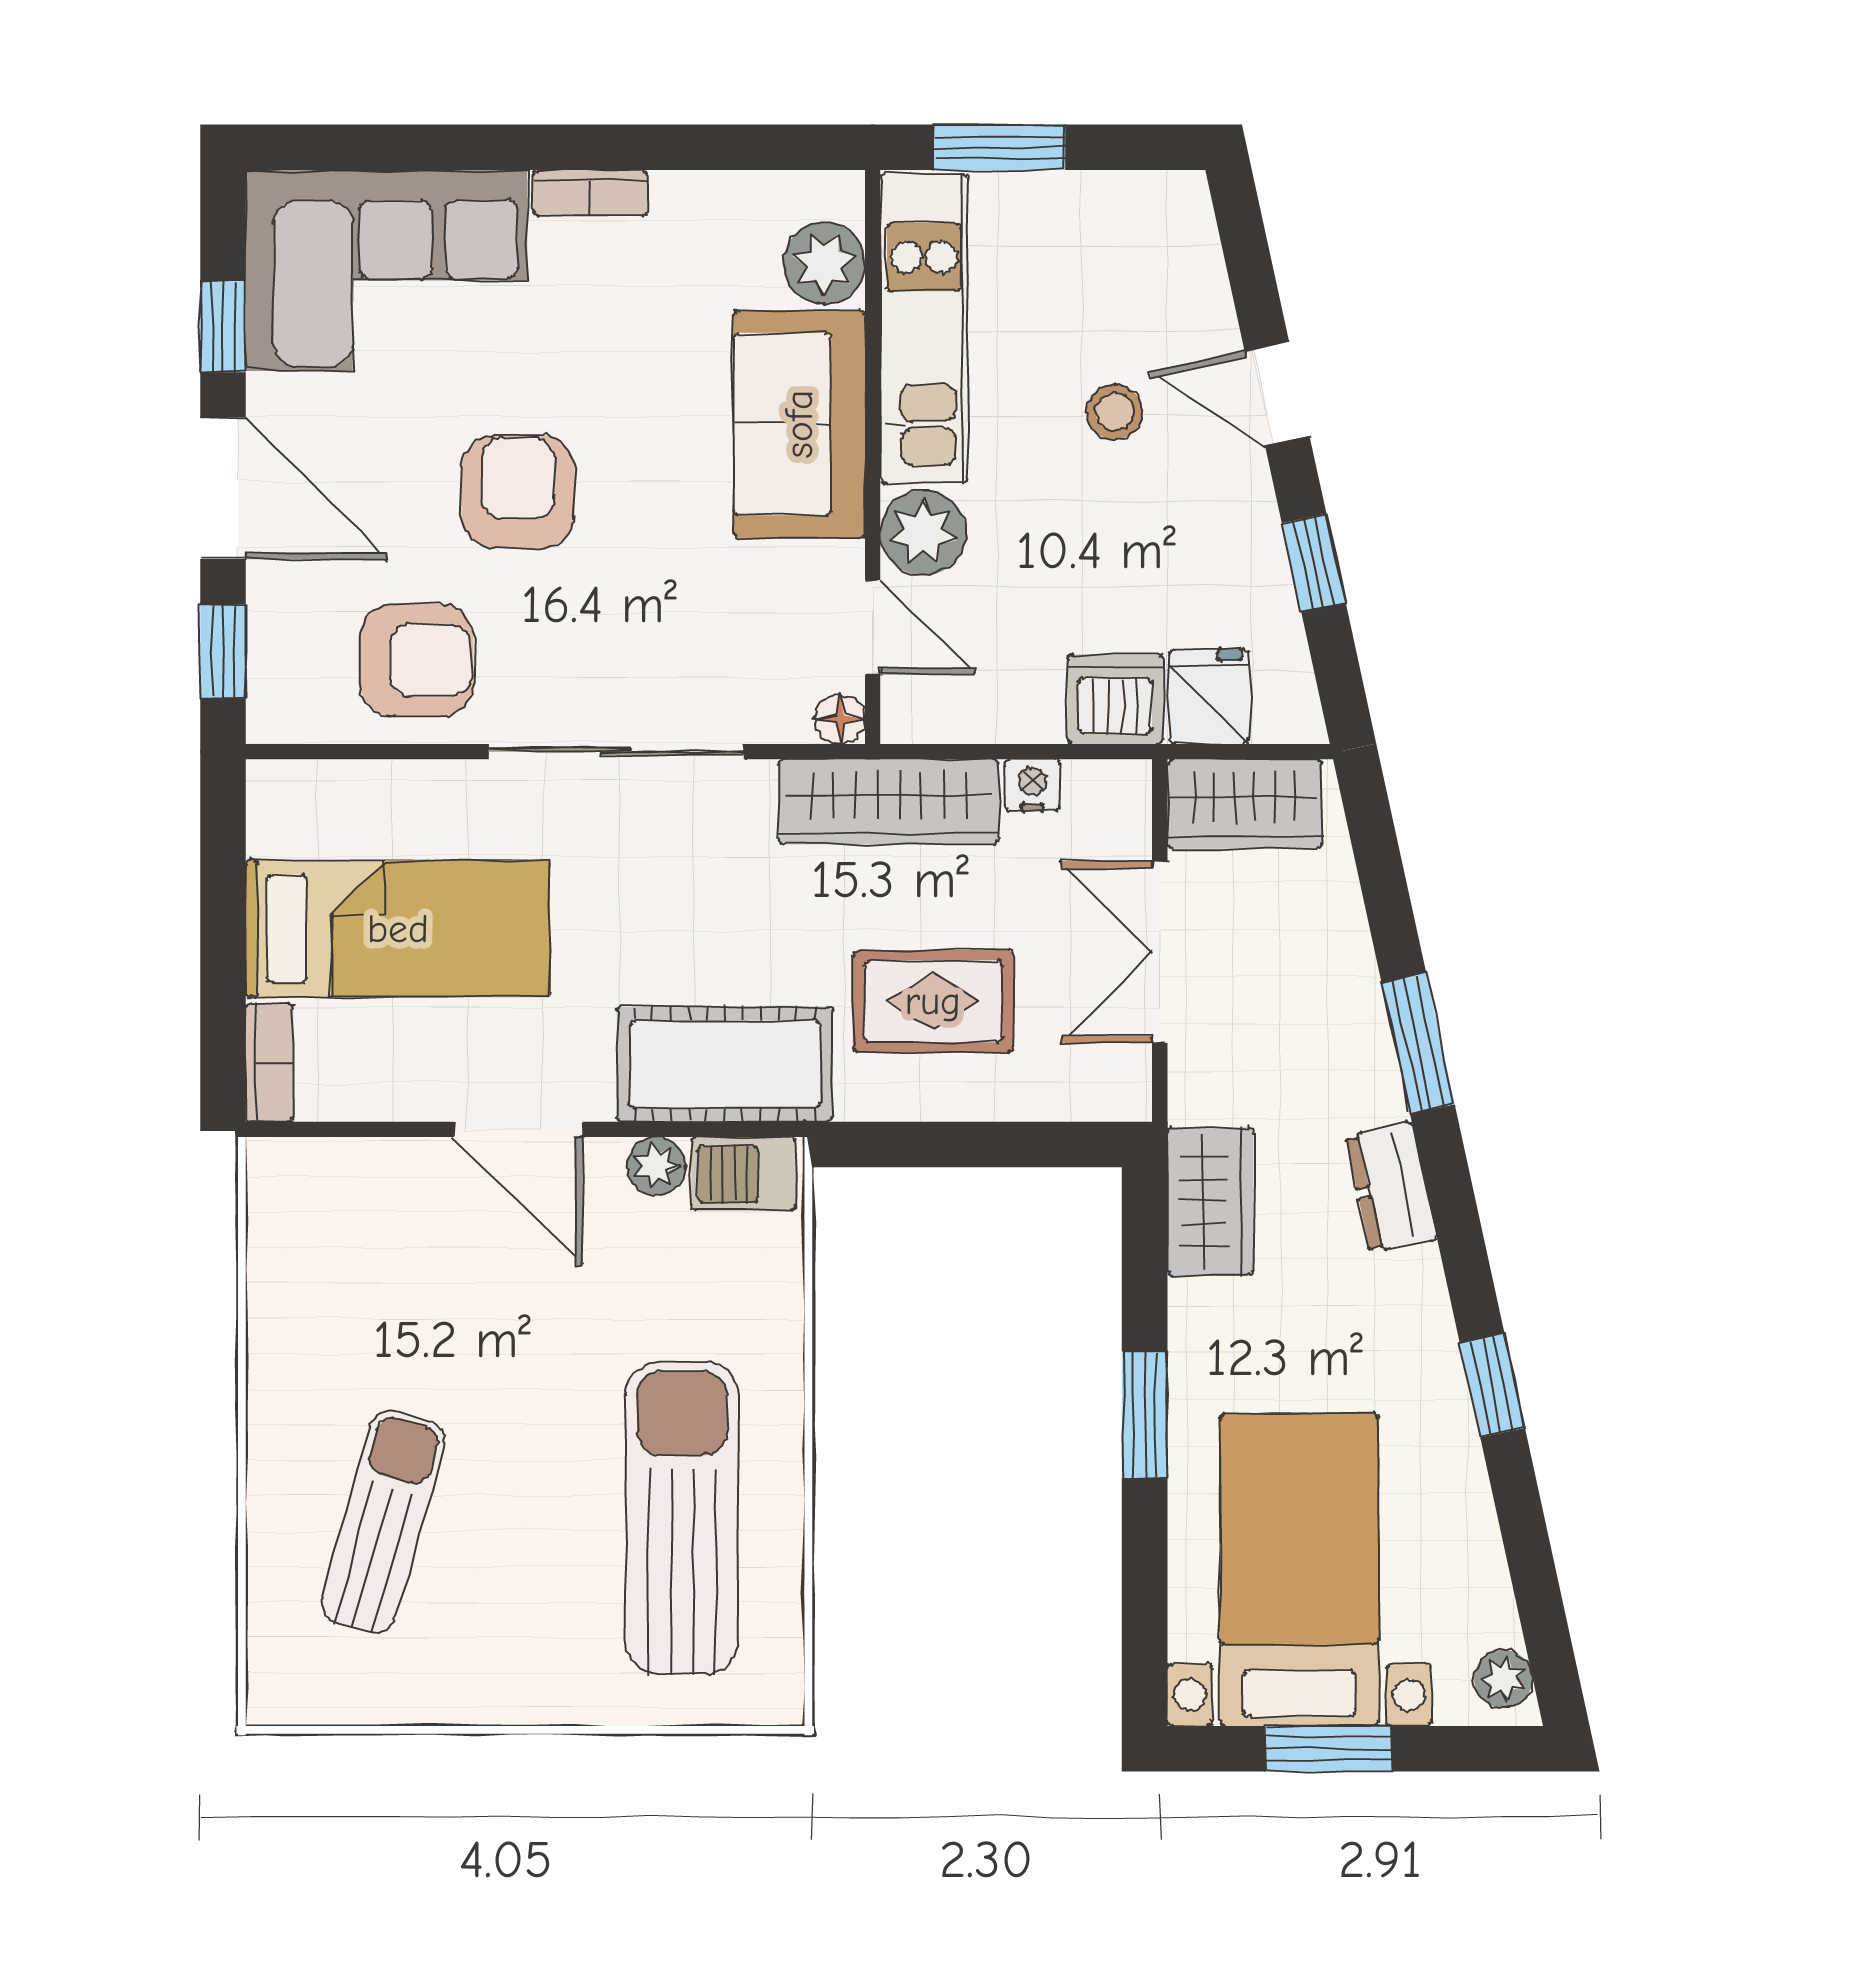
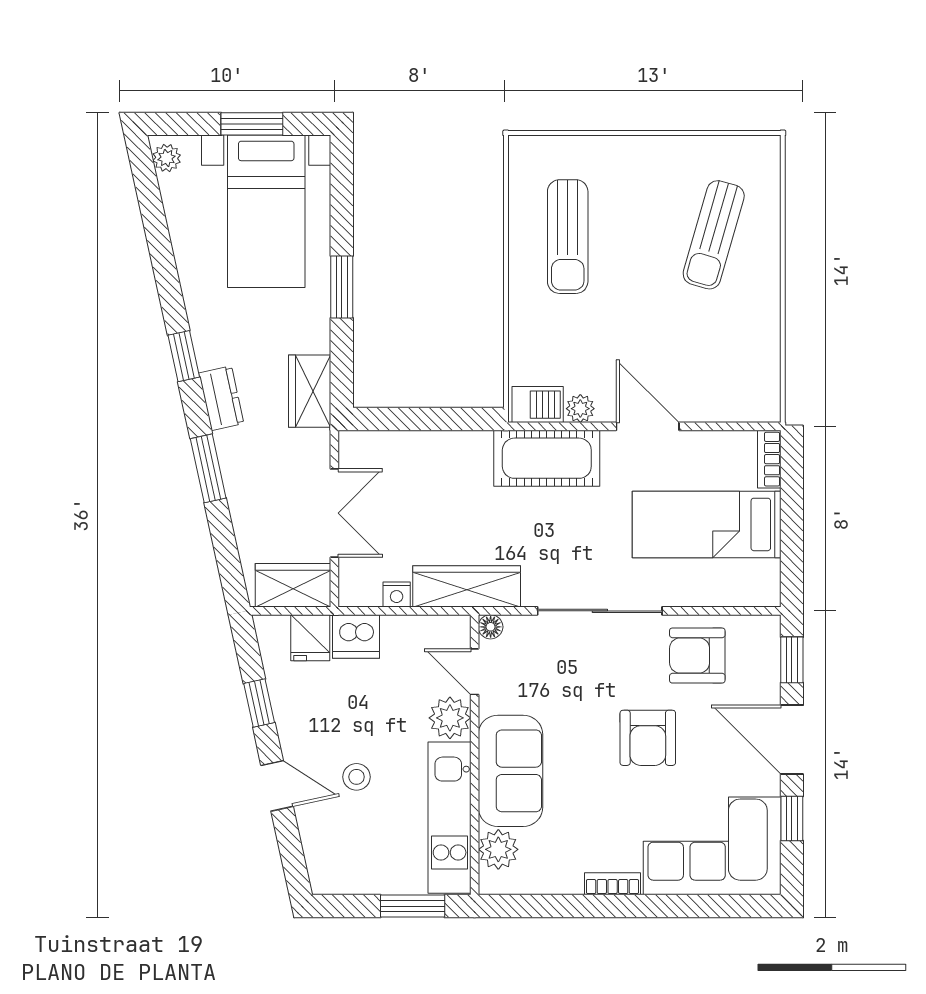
rug: (933, 1001) -> (445, 489), removed
window: (1492, 1385) -> (184, 356), moved
sun lounger: (682, 1518) -> (568, 237), width x0.73, depth x0.75

